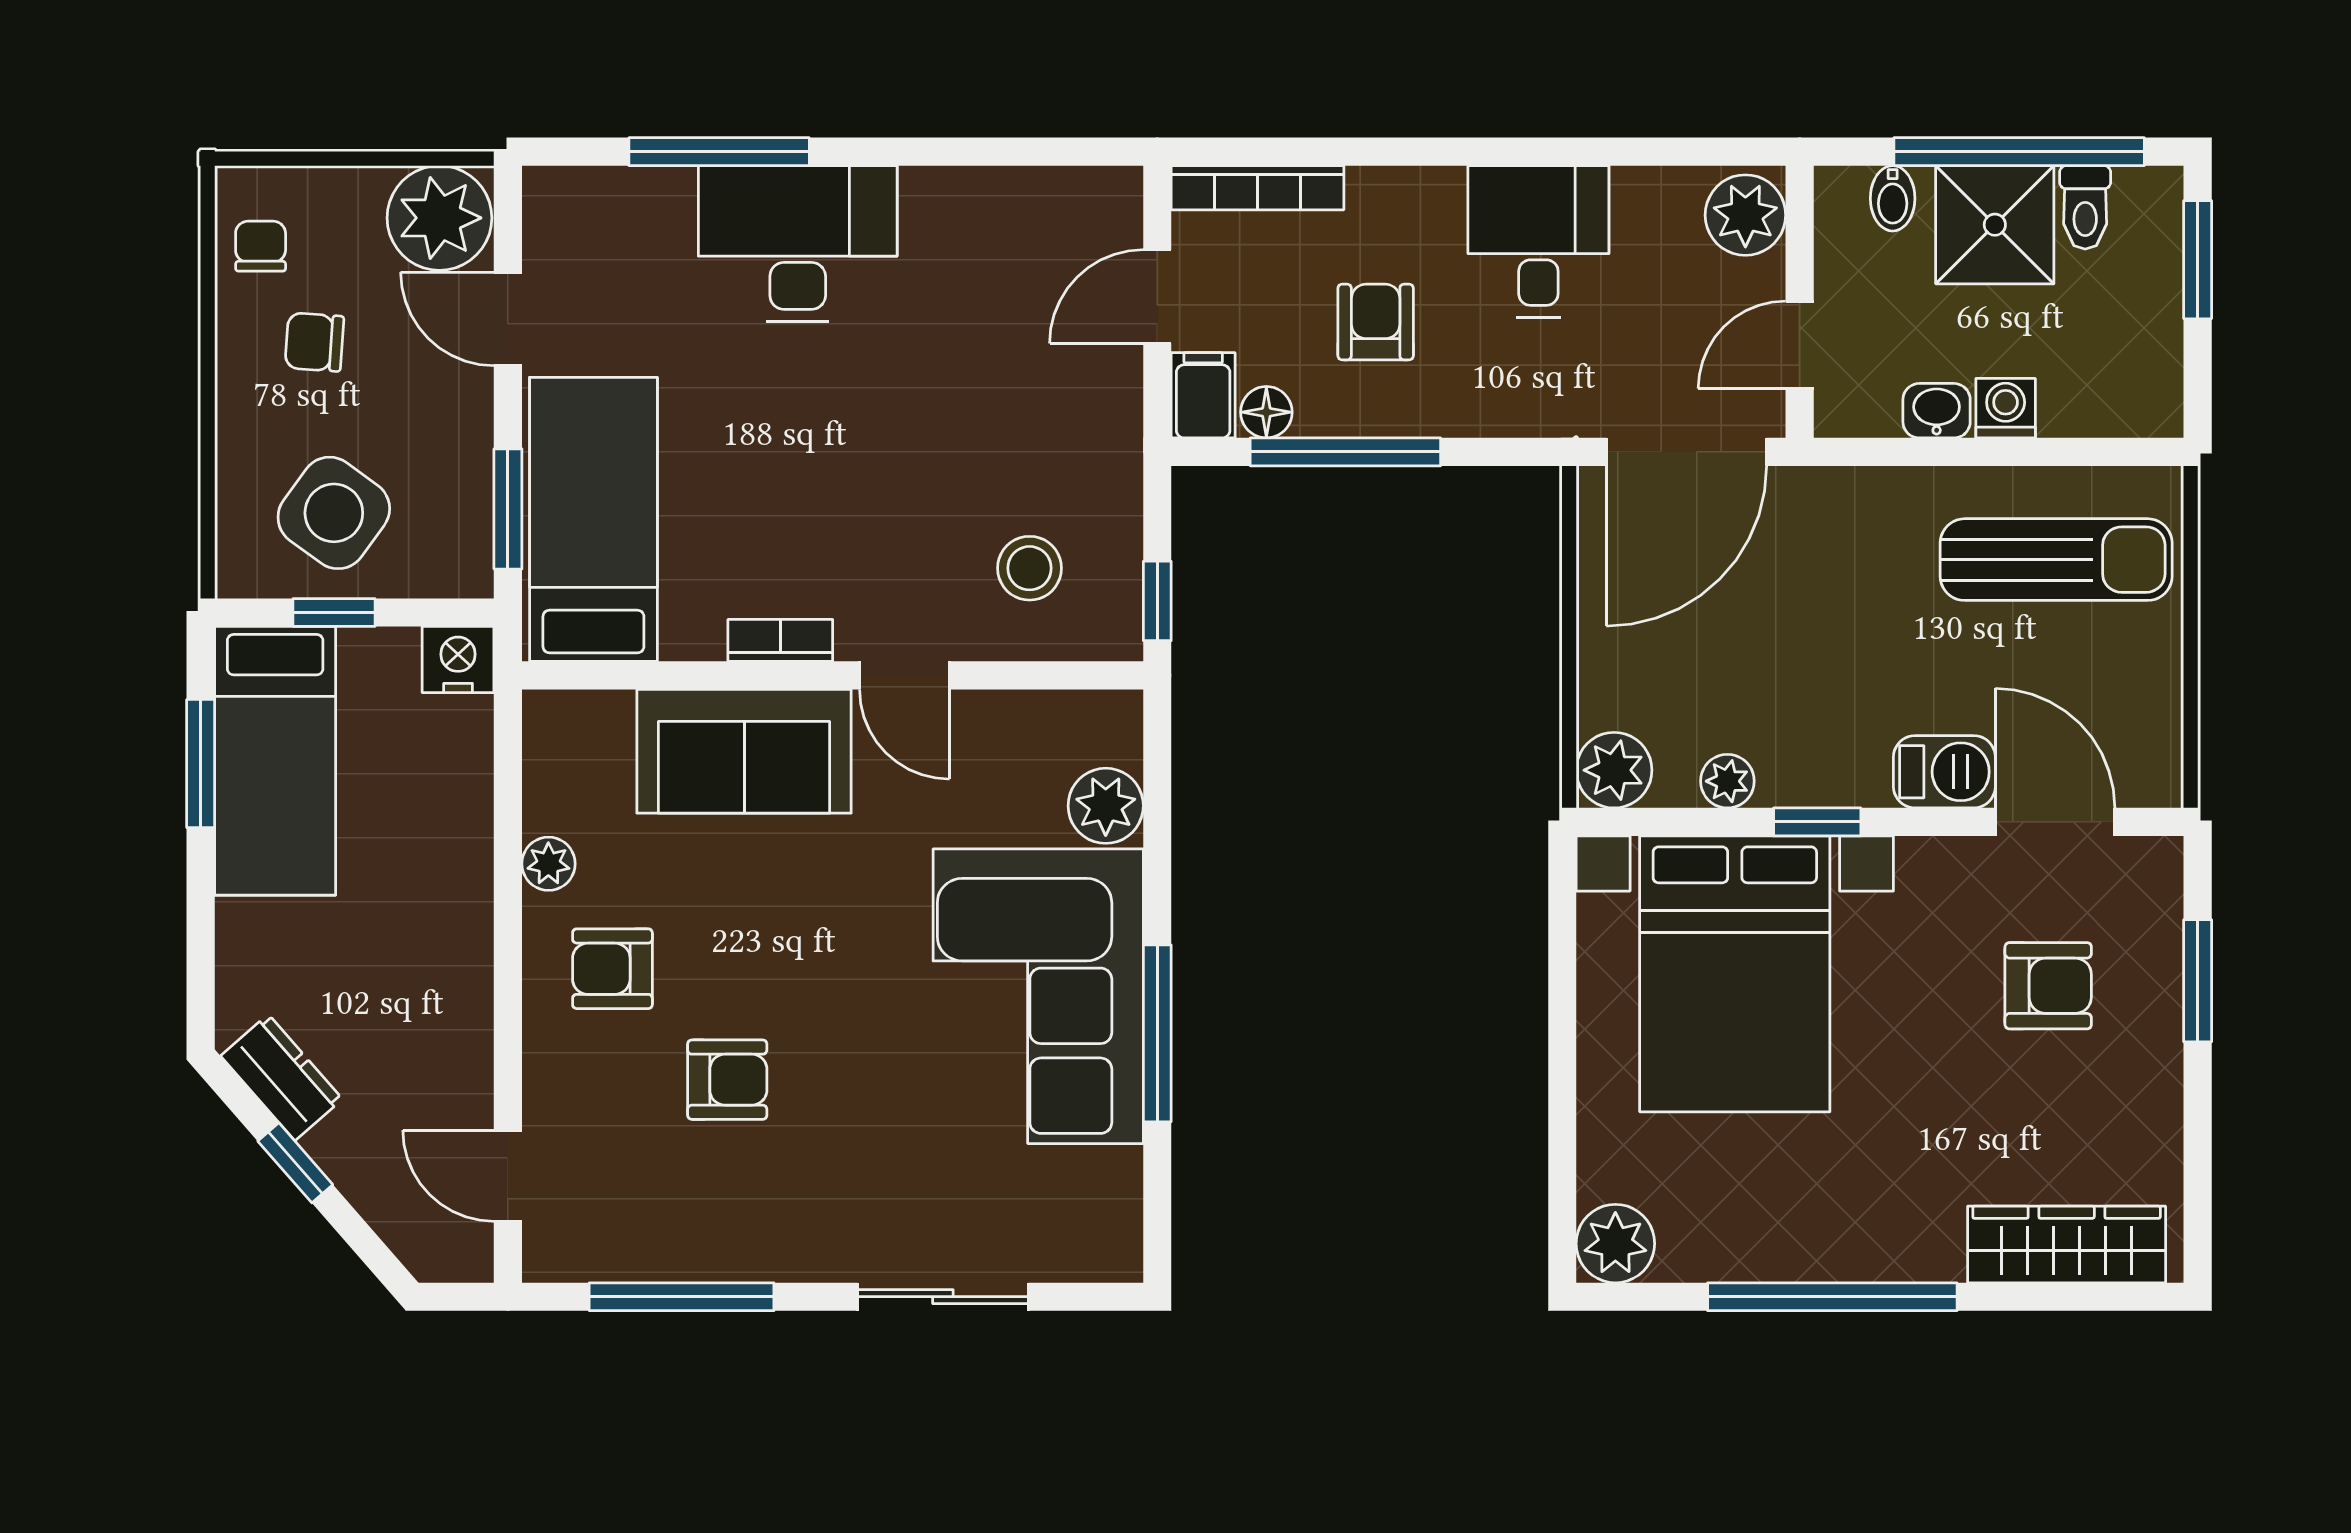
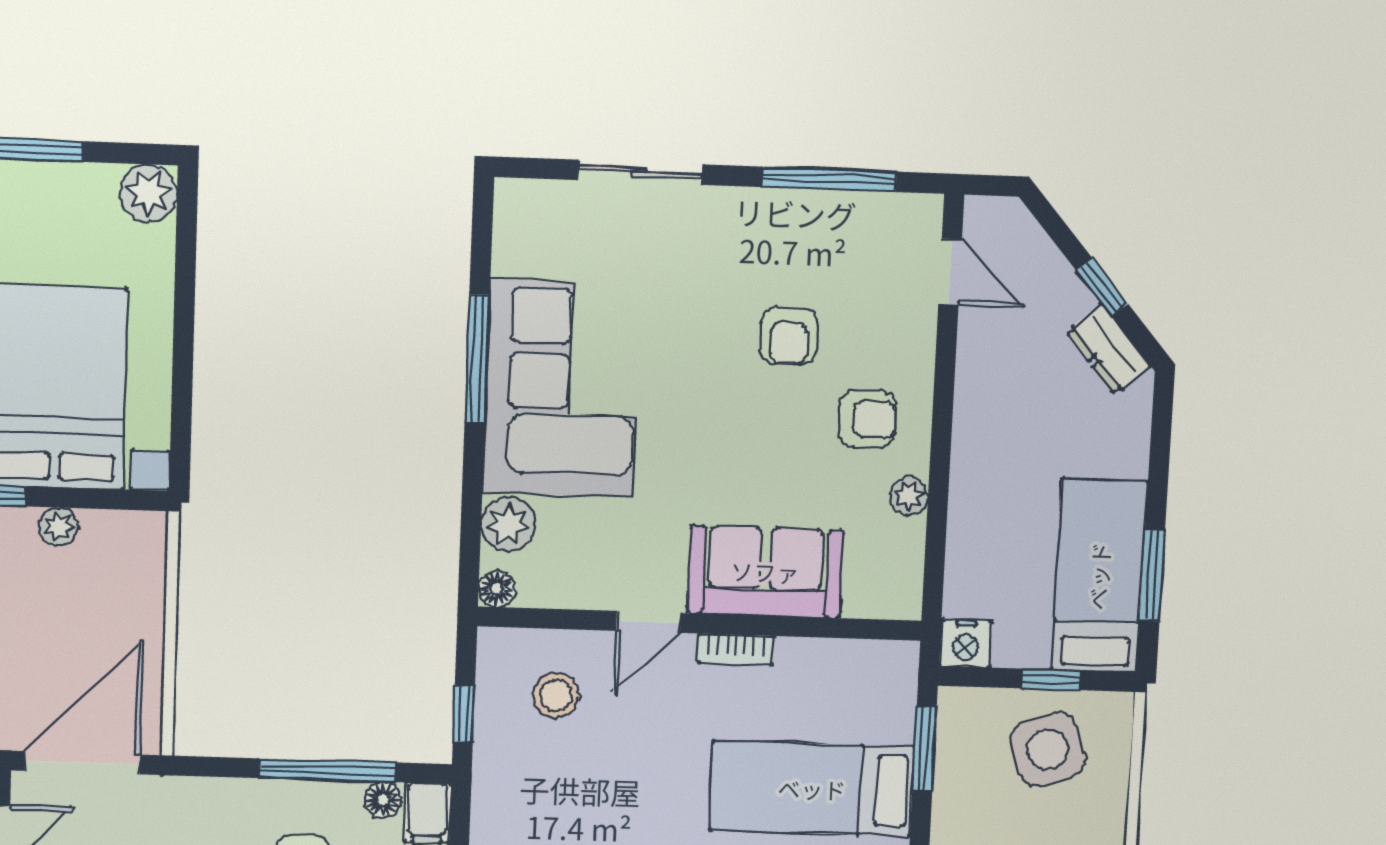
side table: (334, 513) -> (1048, 749), turned 34
bed: (593, 519) -> (812, 789), moved, turned 90
window: (1157, 601) -> (464, 714), moved
door: (904, 675) -> (648, 622), swing flipped
floor lamp: (1118, 715) -> (497, 589), added
plant: (1614, 770) -> (140, 537), removed
armchair: (727, 1080) -> (789, 336), turned -90

